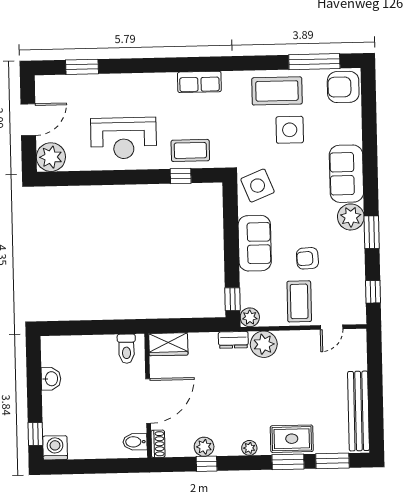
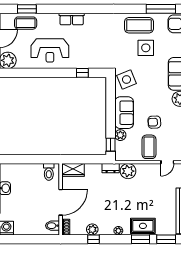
row of seats: (199, 82) -> (72, 19), moved
coffee table: (190, 150) -> (26, 23), moved
plant: (250, 317) -> (120, 135), moved

